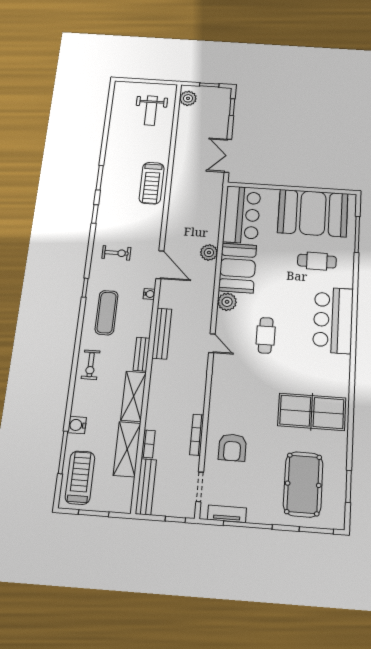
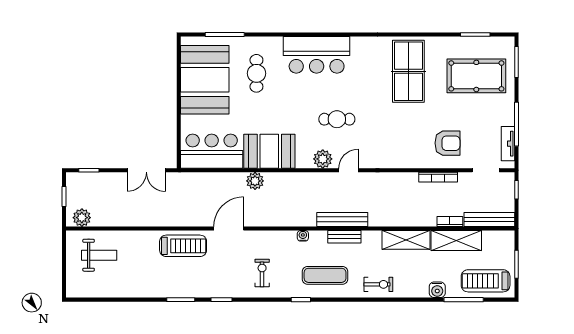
door: (160, 265) -> (229, 228), moved
plant: (227, 302) -> (323, 159), moved
bench: (142, 354) -> (344, 237), moved

